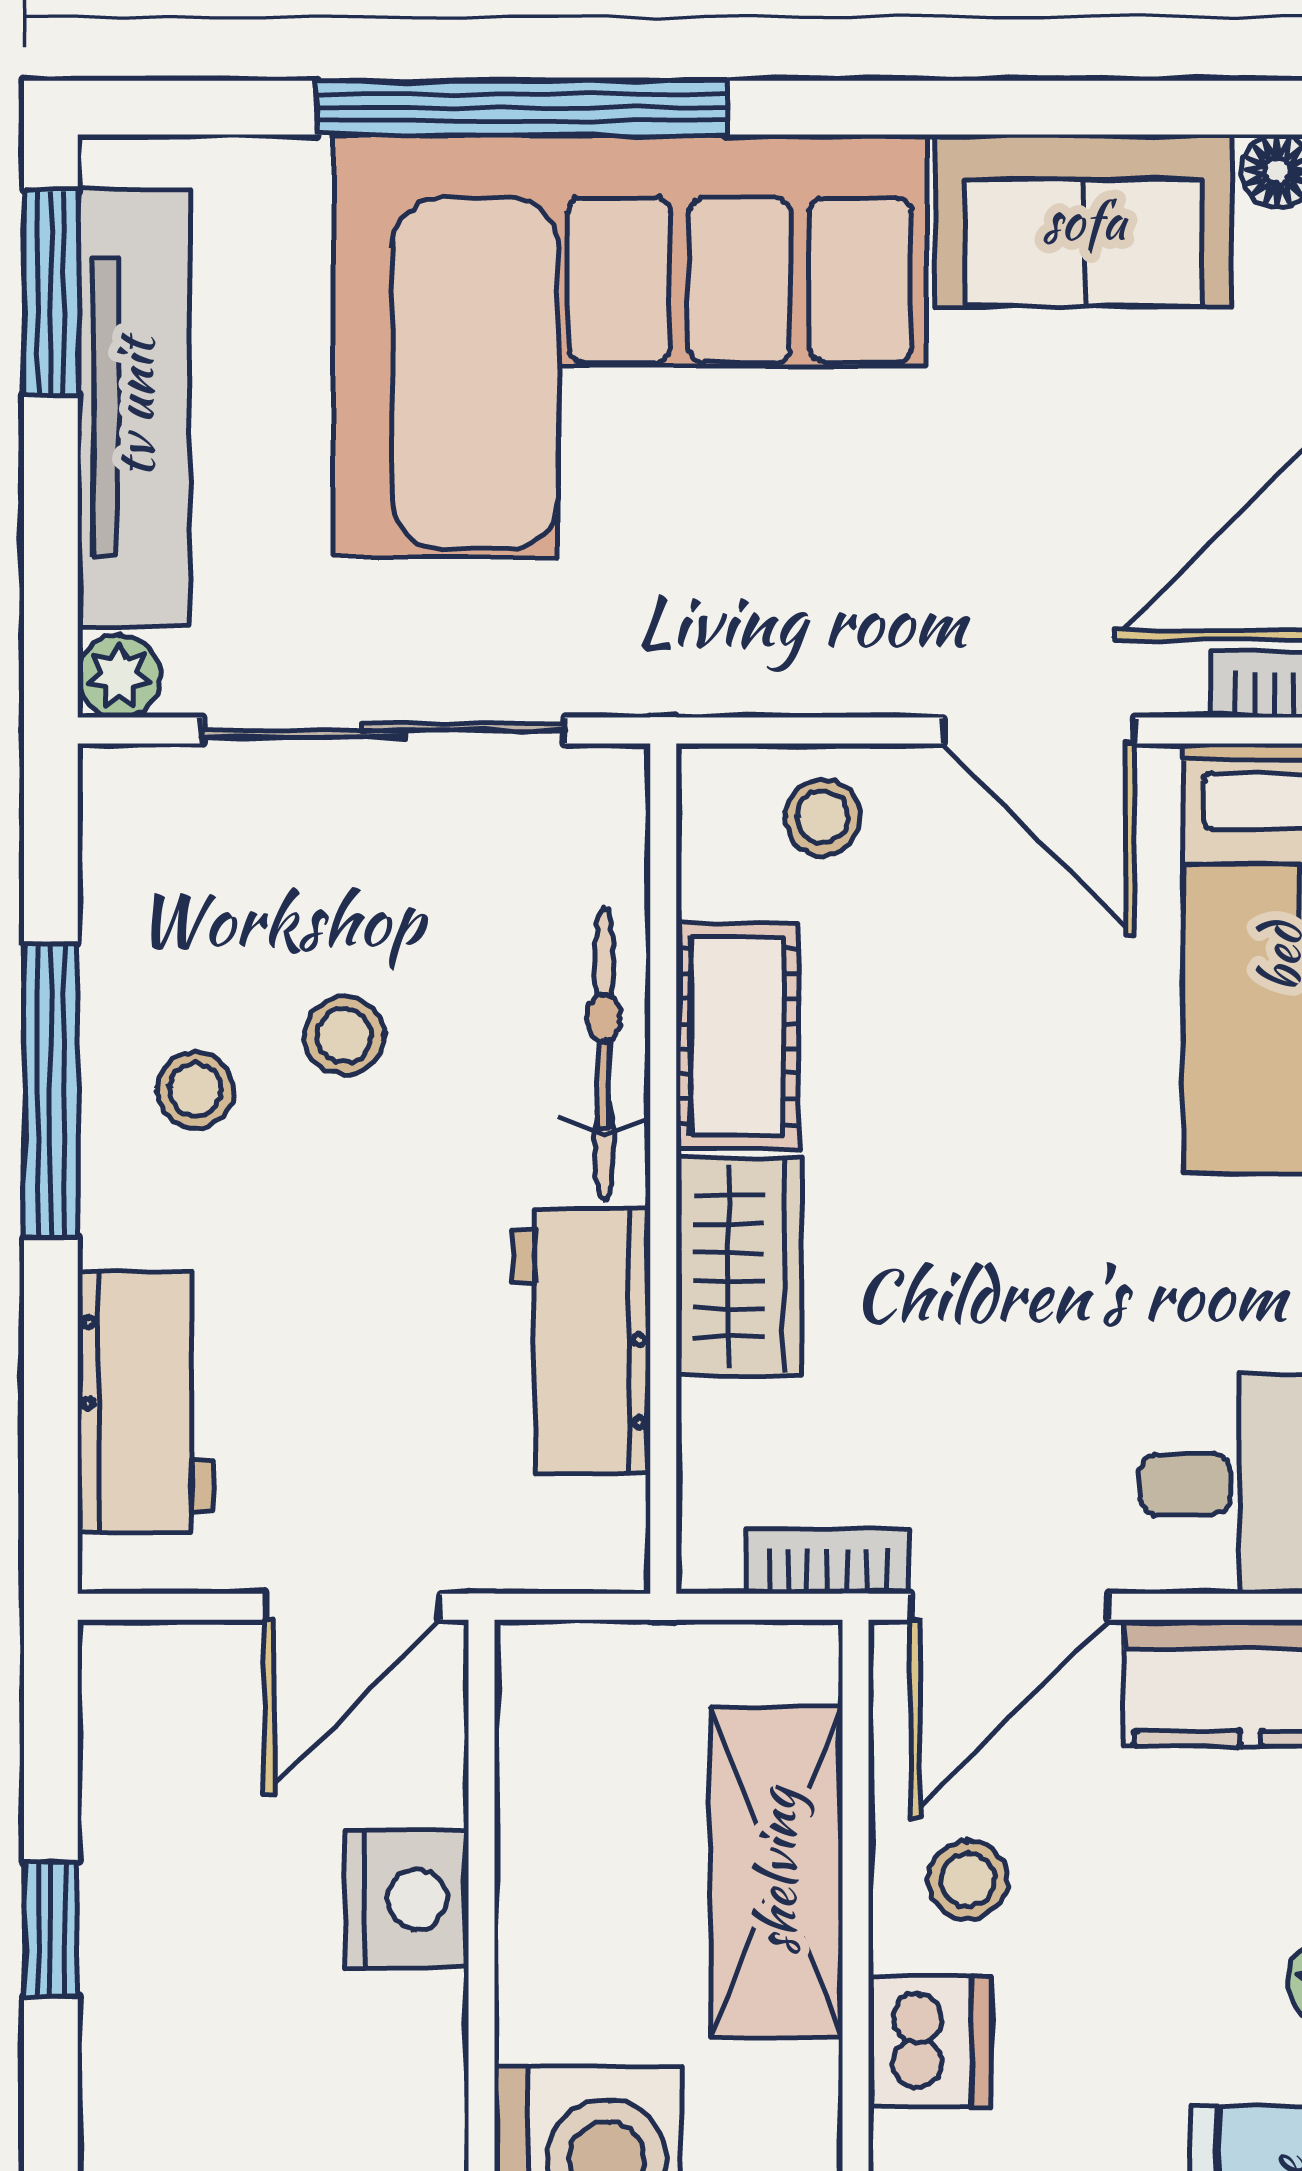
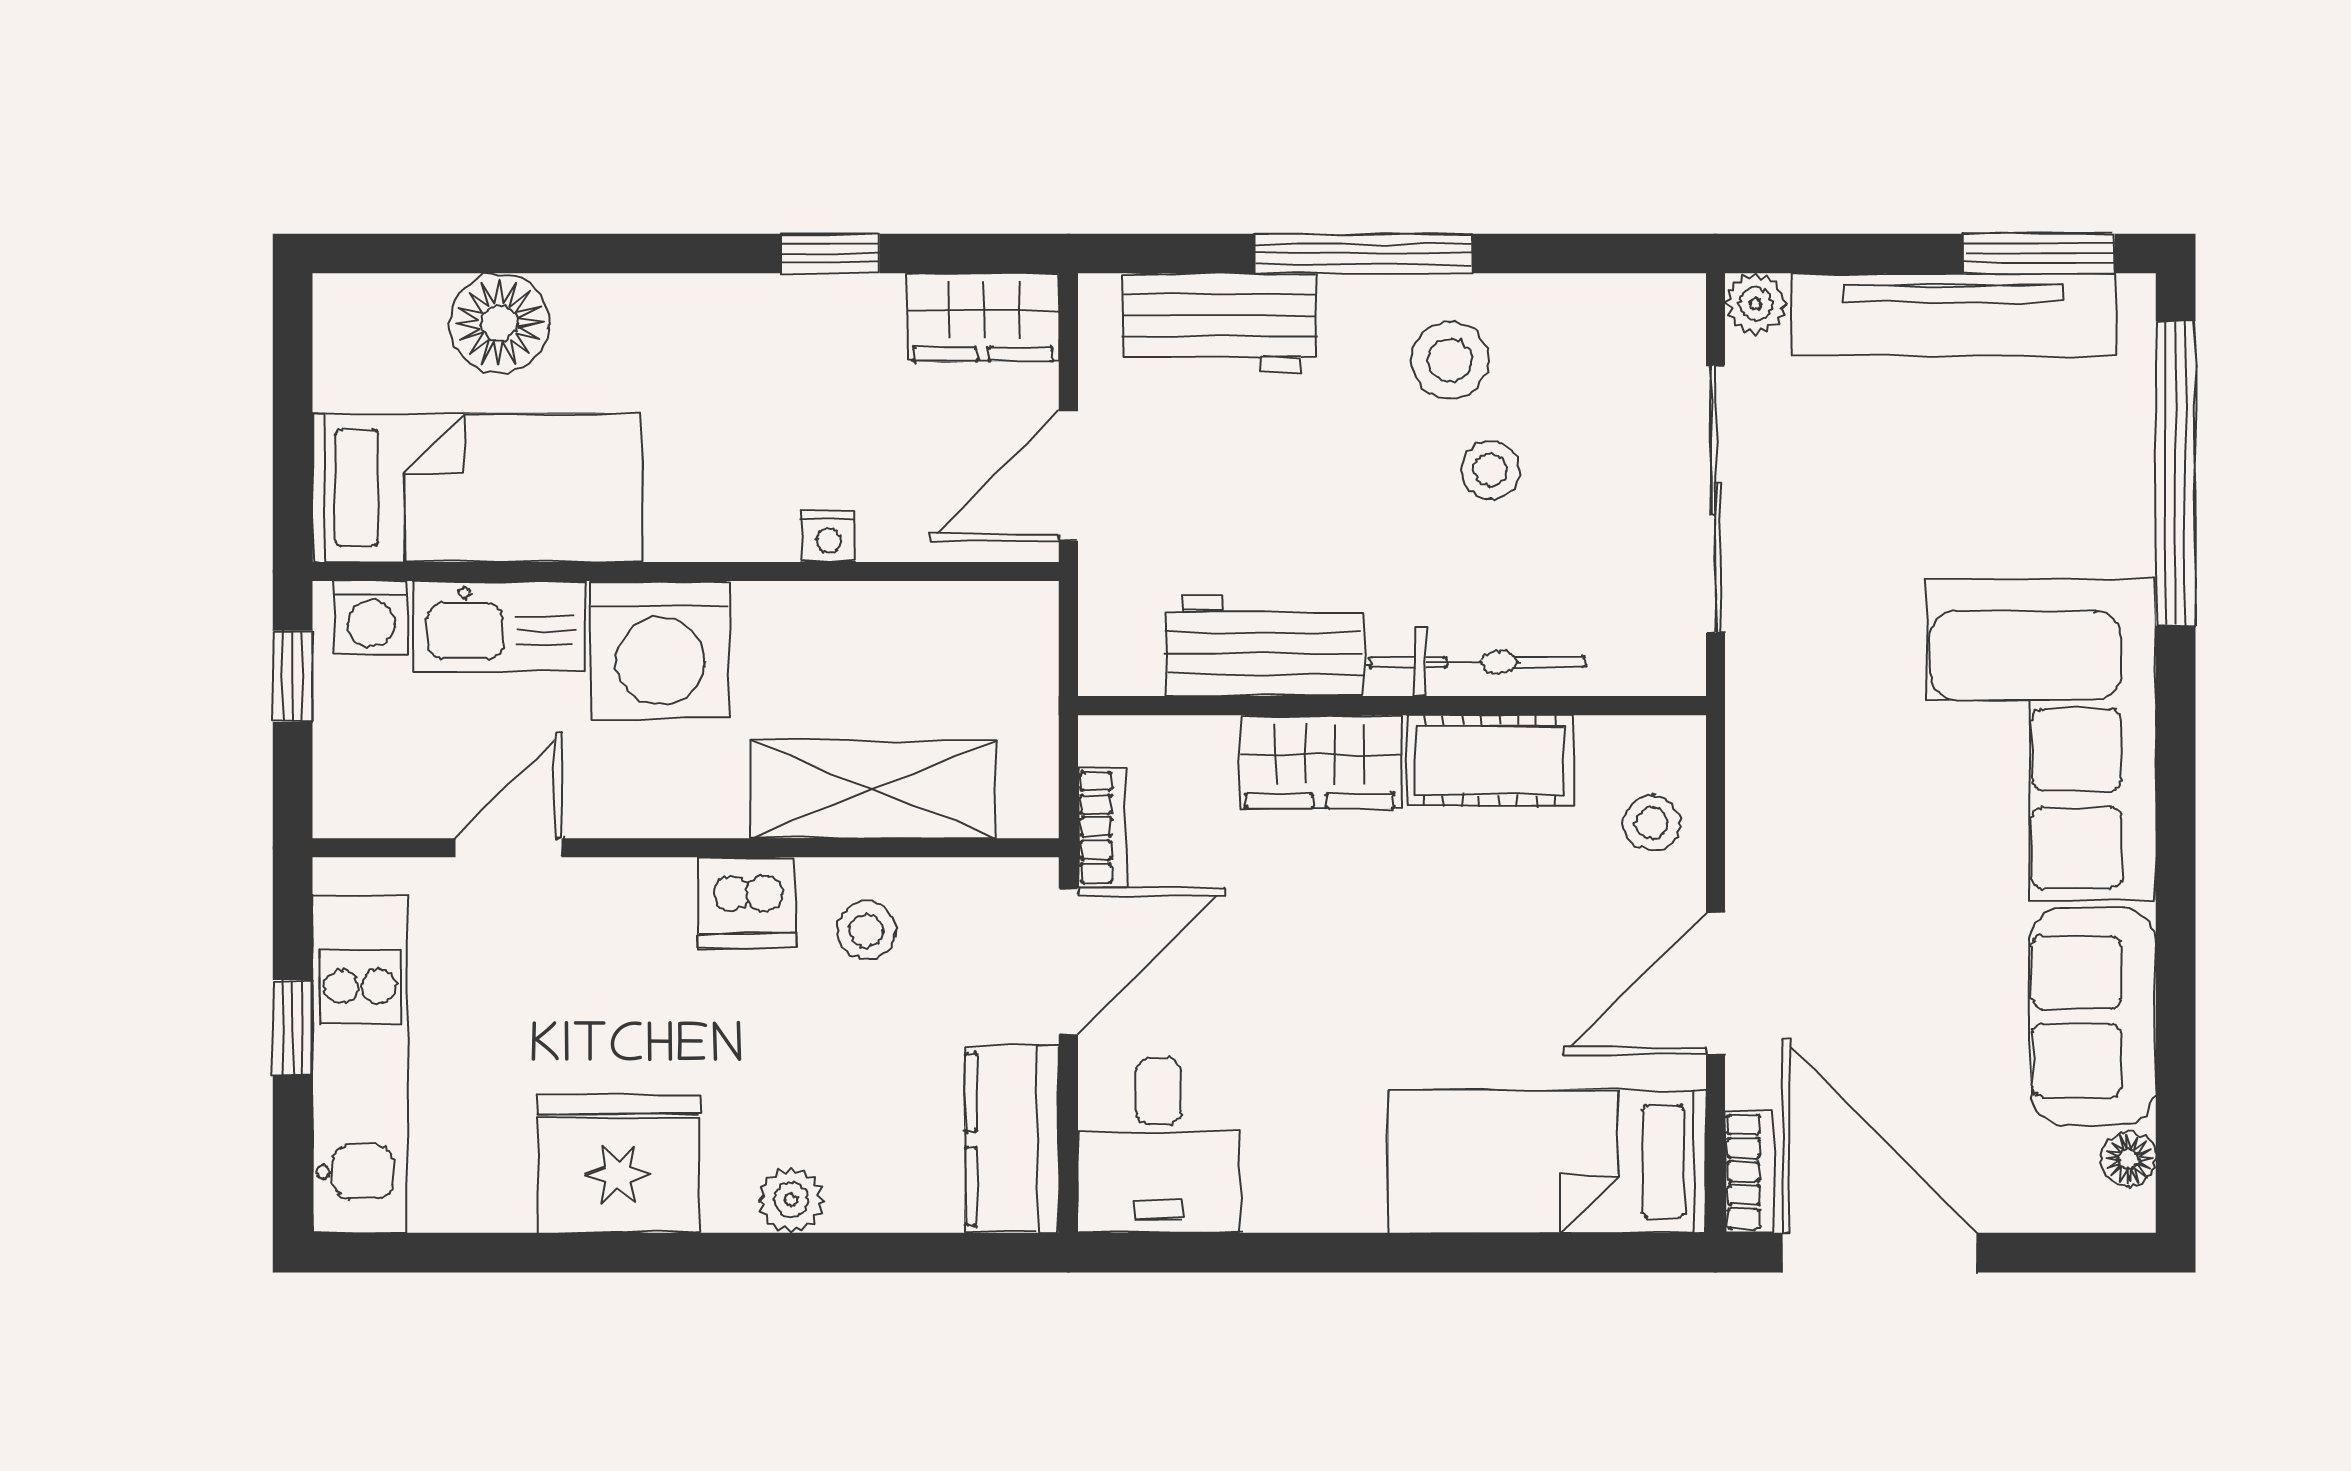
window: (522, 108) -> (2176, 473), moved
corner sofa: (630, 346) -> (2041, 739), width x0.73, depth x0.74
stool: (195, 1090) -> (1450, 360), width x1.37, depth x1.37
window: (51, 1091) -> (1363, 253), moved
door: (352, 1607) -> (1068, 476), hinge flipped
door: (1010, 1607) -> (1068, 962), swing flipped
wardrobe: (137, 1722) -> (983, 317), added
nightstand: (407, 1899) -> (829, 537), width x0.53, depth x0.56

